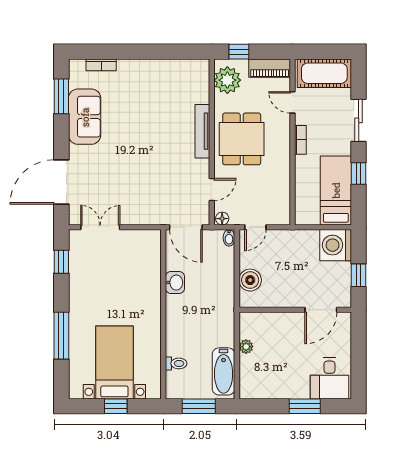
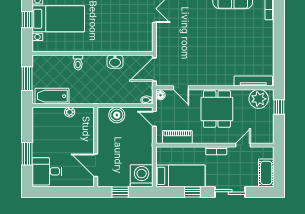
piano: (270, 68) -> (177, 137), moved, turned 90
cot: (324, 73) -> (266, 173), width x0.73, depth x0.75
tv unit: (202, 131) -> (253, 81), moved
dining table: (242, 139) -> (217, 109), turned 90
toilet: (176, 363) -> (78, 62), moved

